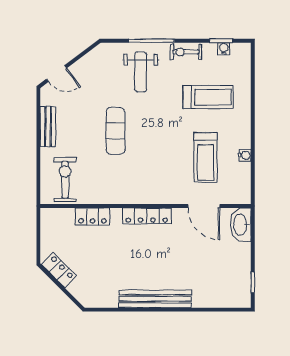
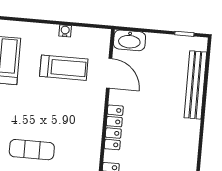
door: (204, 206) -> (109, 73), hinge flipped
bench: (155, 299) -> (195, 85), moved

